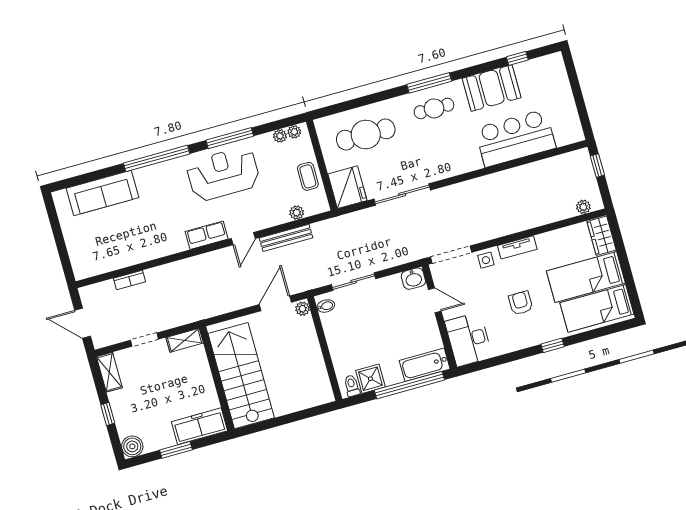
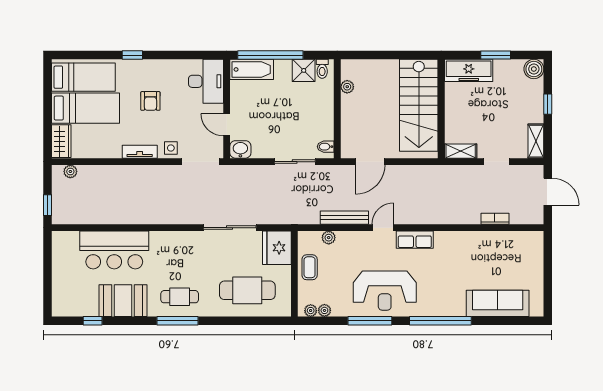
plant: (302, 309) -> (347, 87), moved

